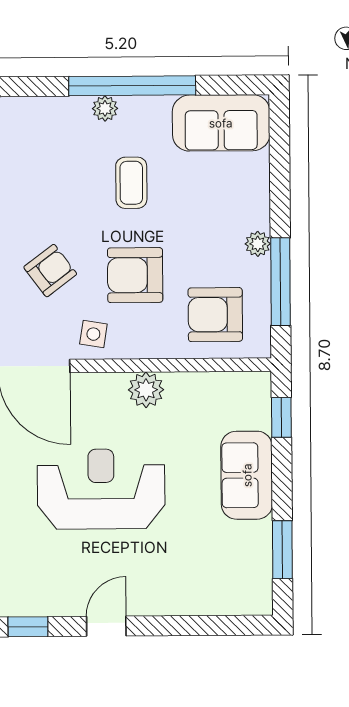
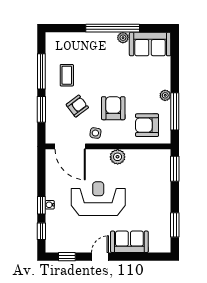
plant: (105, 108) -> (123, 38), moved
coffee table: (131, 183) -> (67, 75), moved
armchair: (135, 275) -> (113, 108), turned 90
window: (281, 417) -> (175, 169), width x1.50
sofa: (247, 475) -> (129, 242), moved, turned 90

